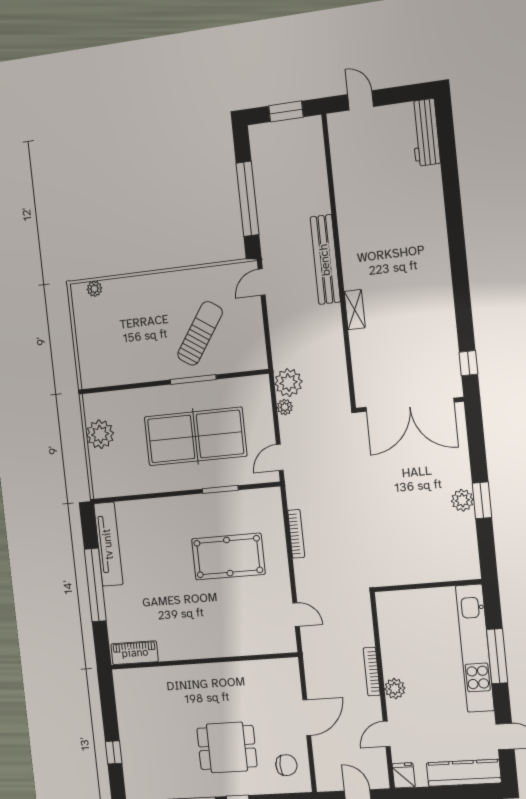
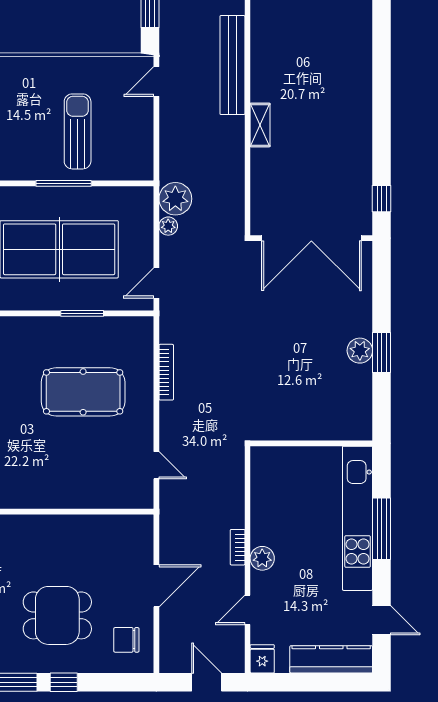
sun lounger: (200, 333) -> (78, 131), turned -34
bookcase: (372, 672) -> (238, 547), width x0.64
chair: (286, 765) -> (126, 640), turned 180

